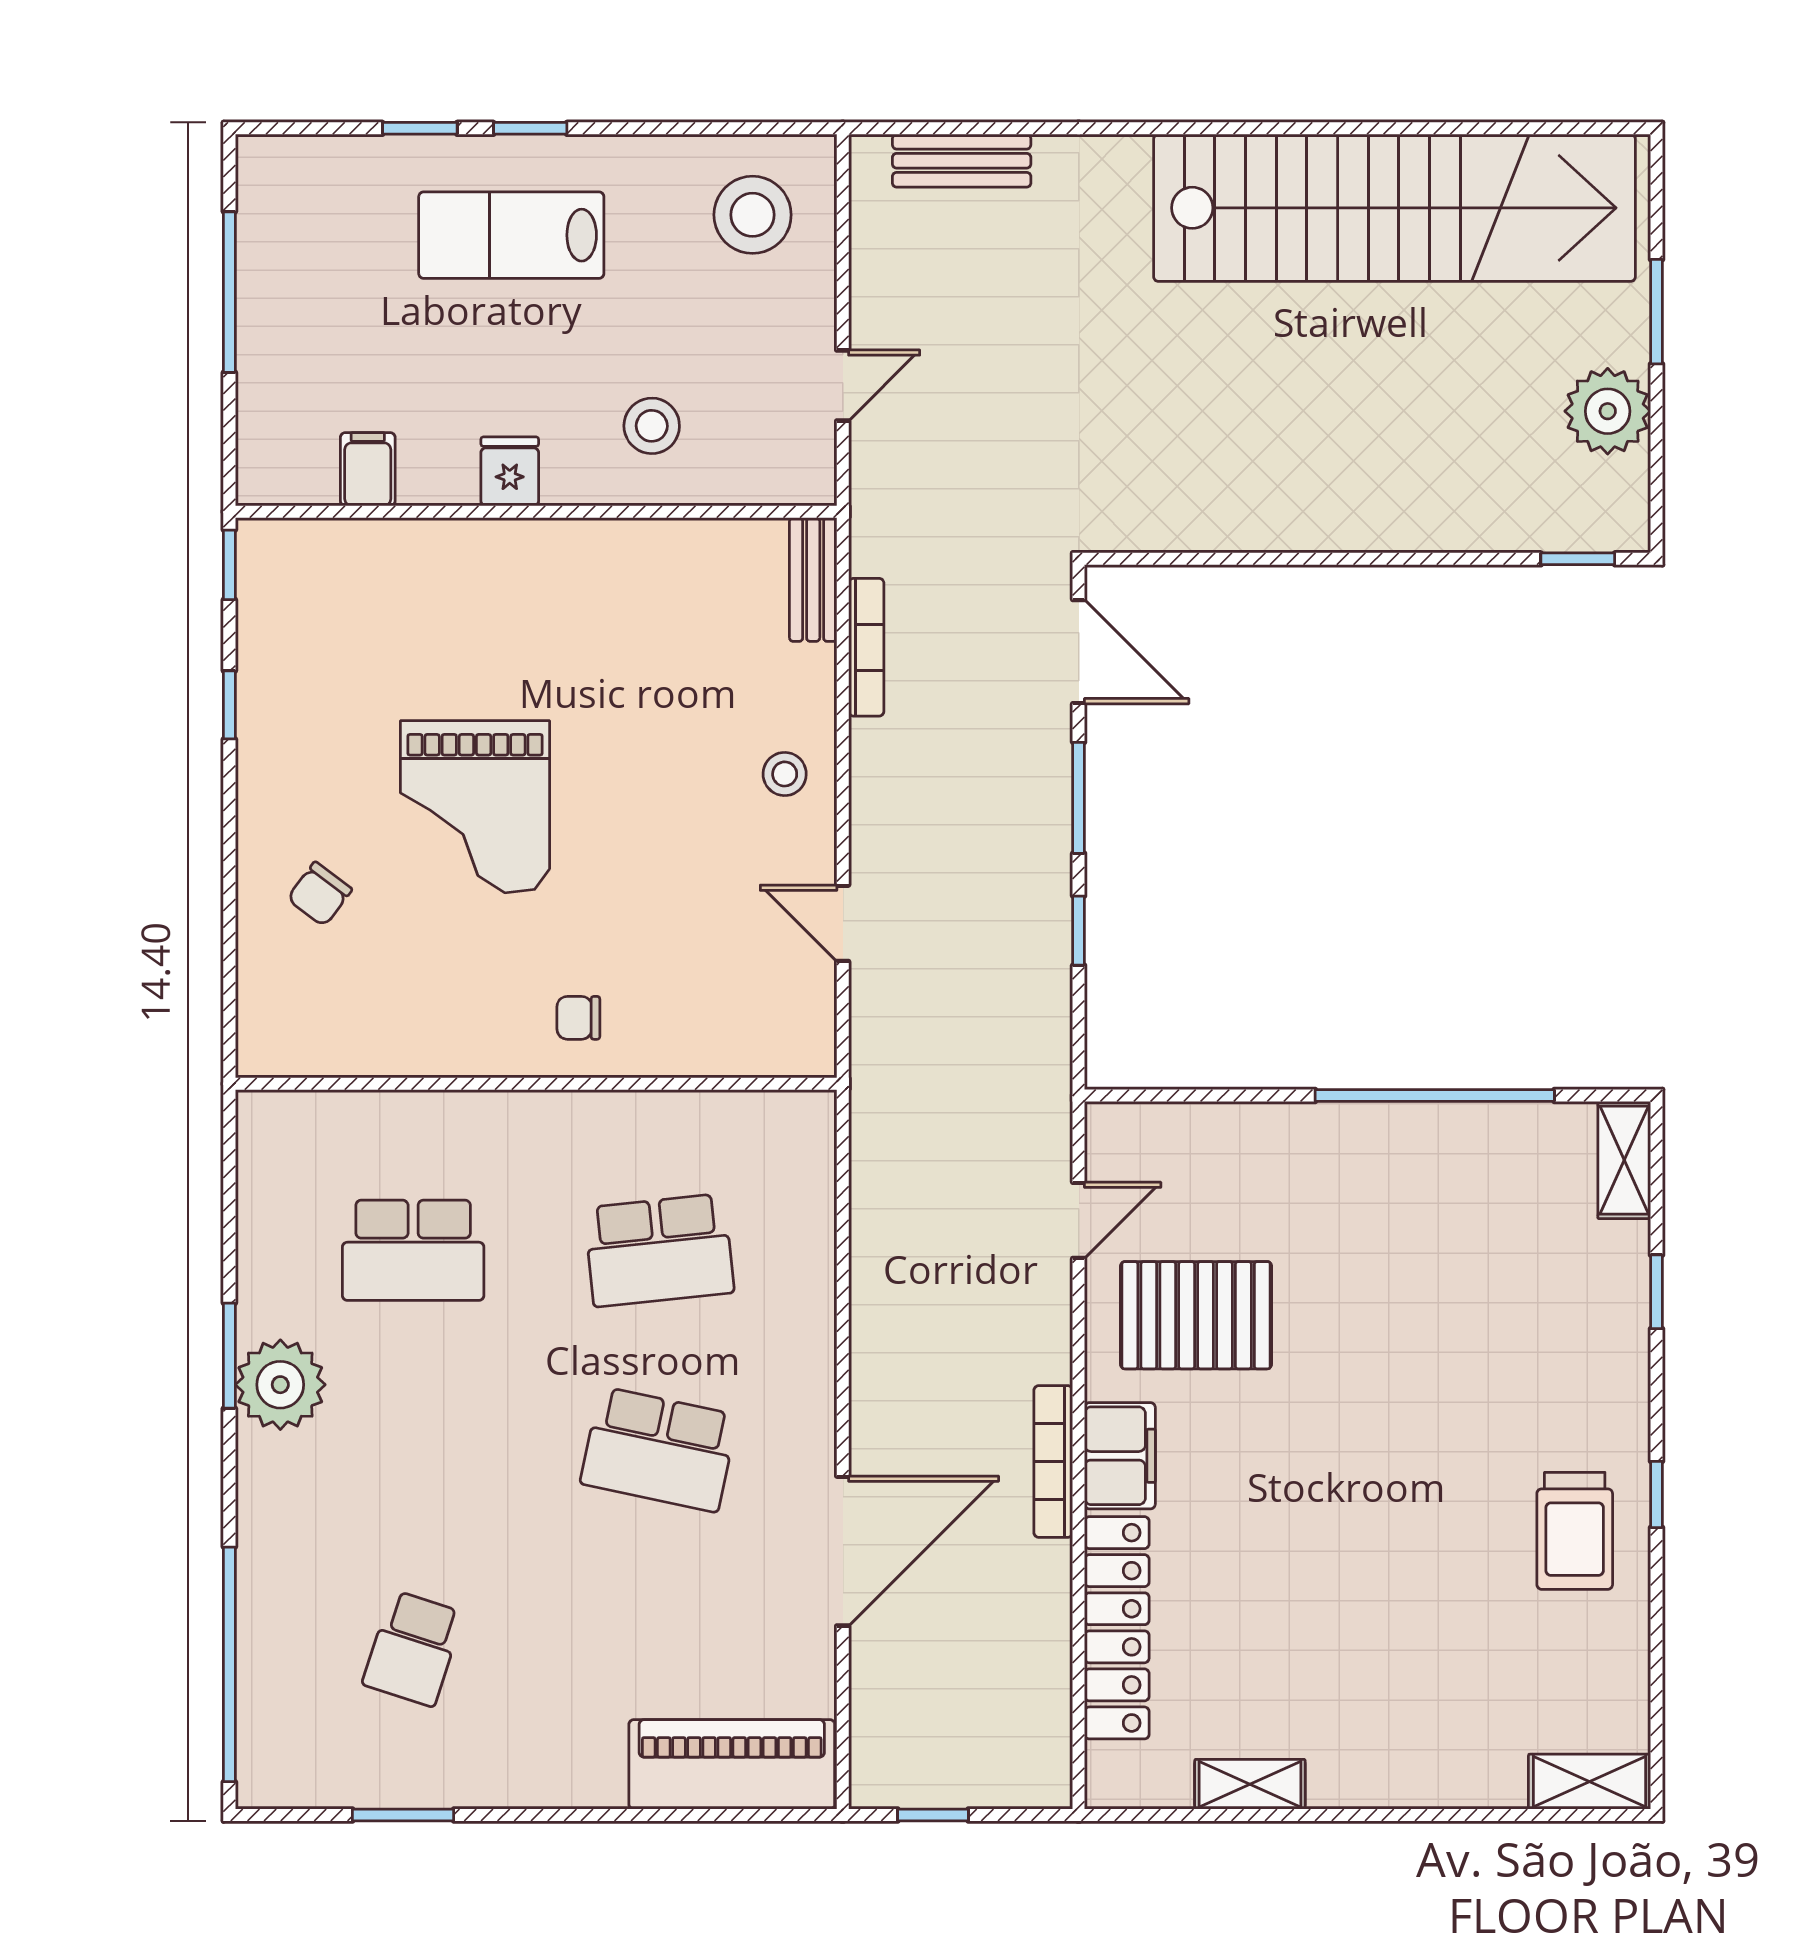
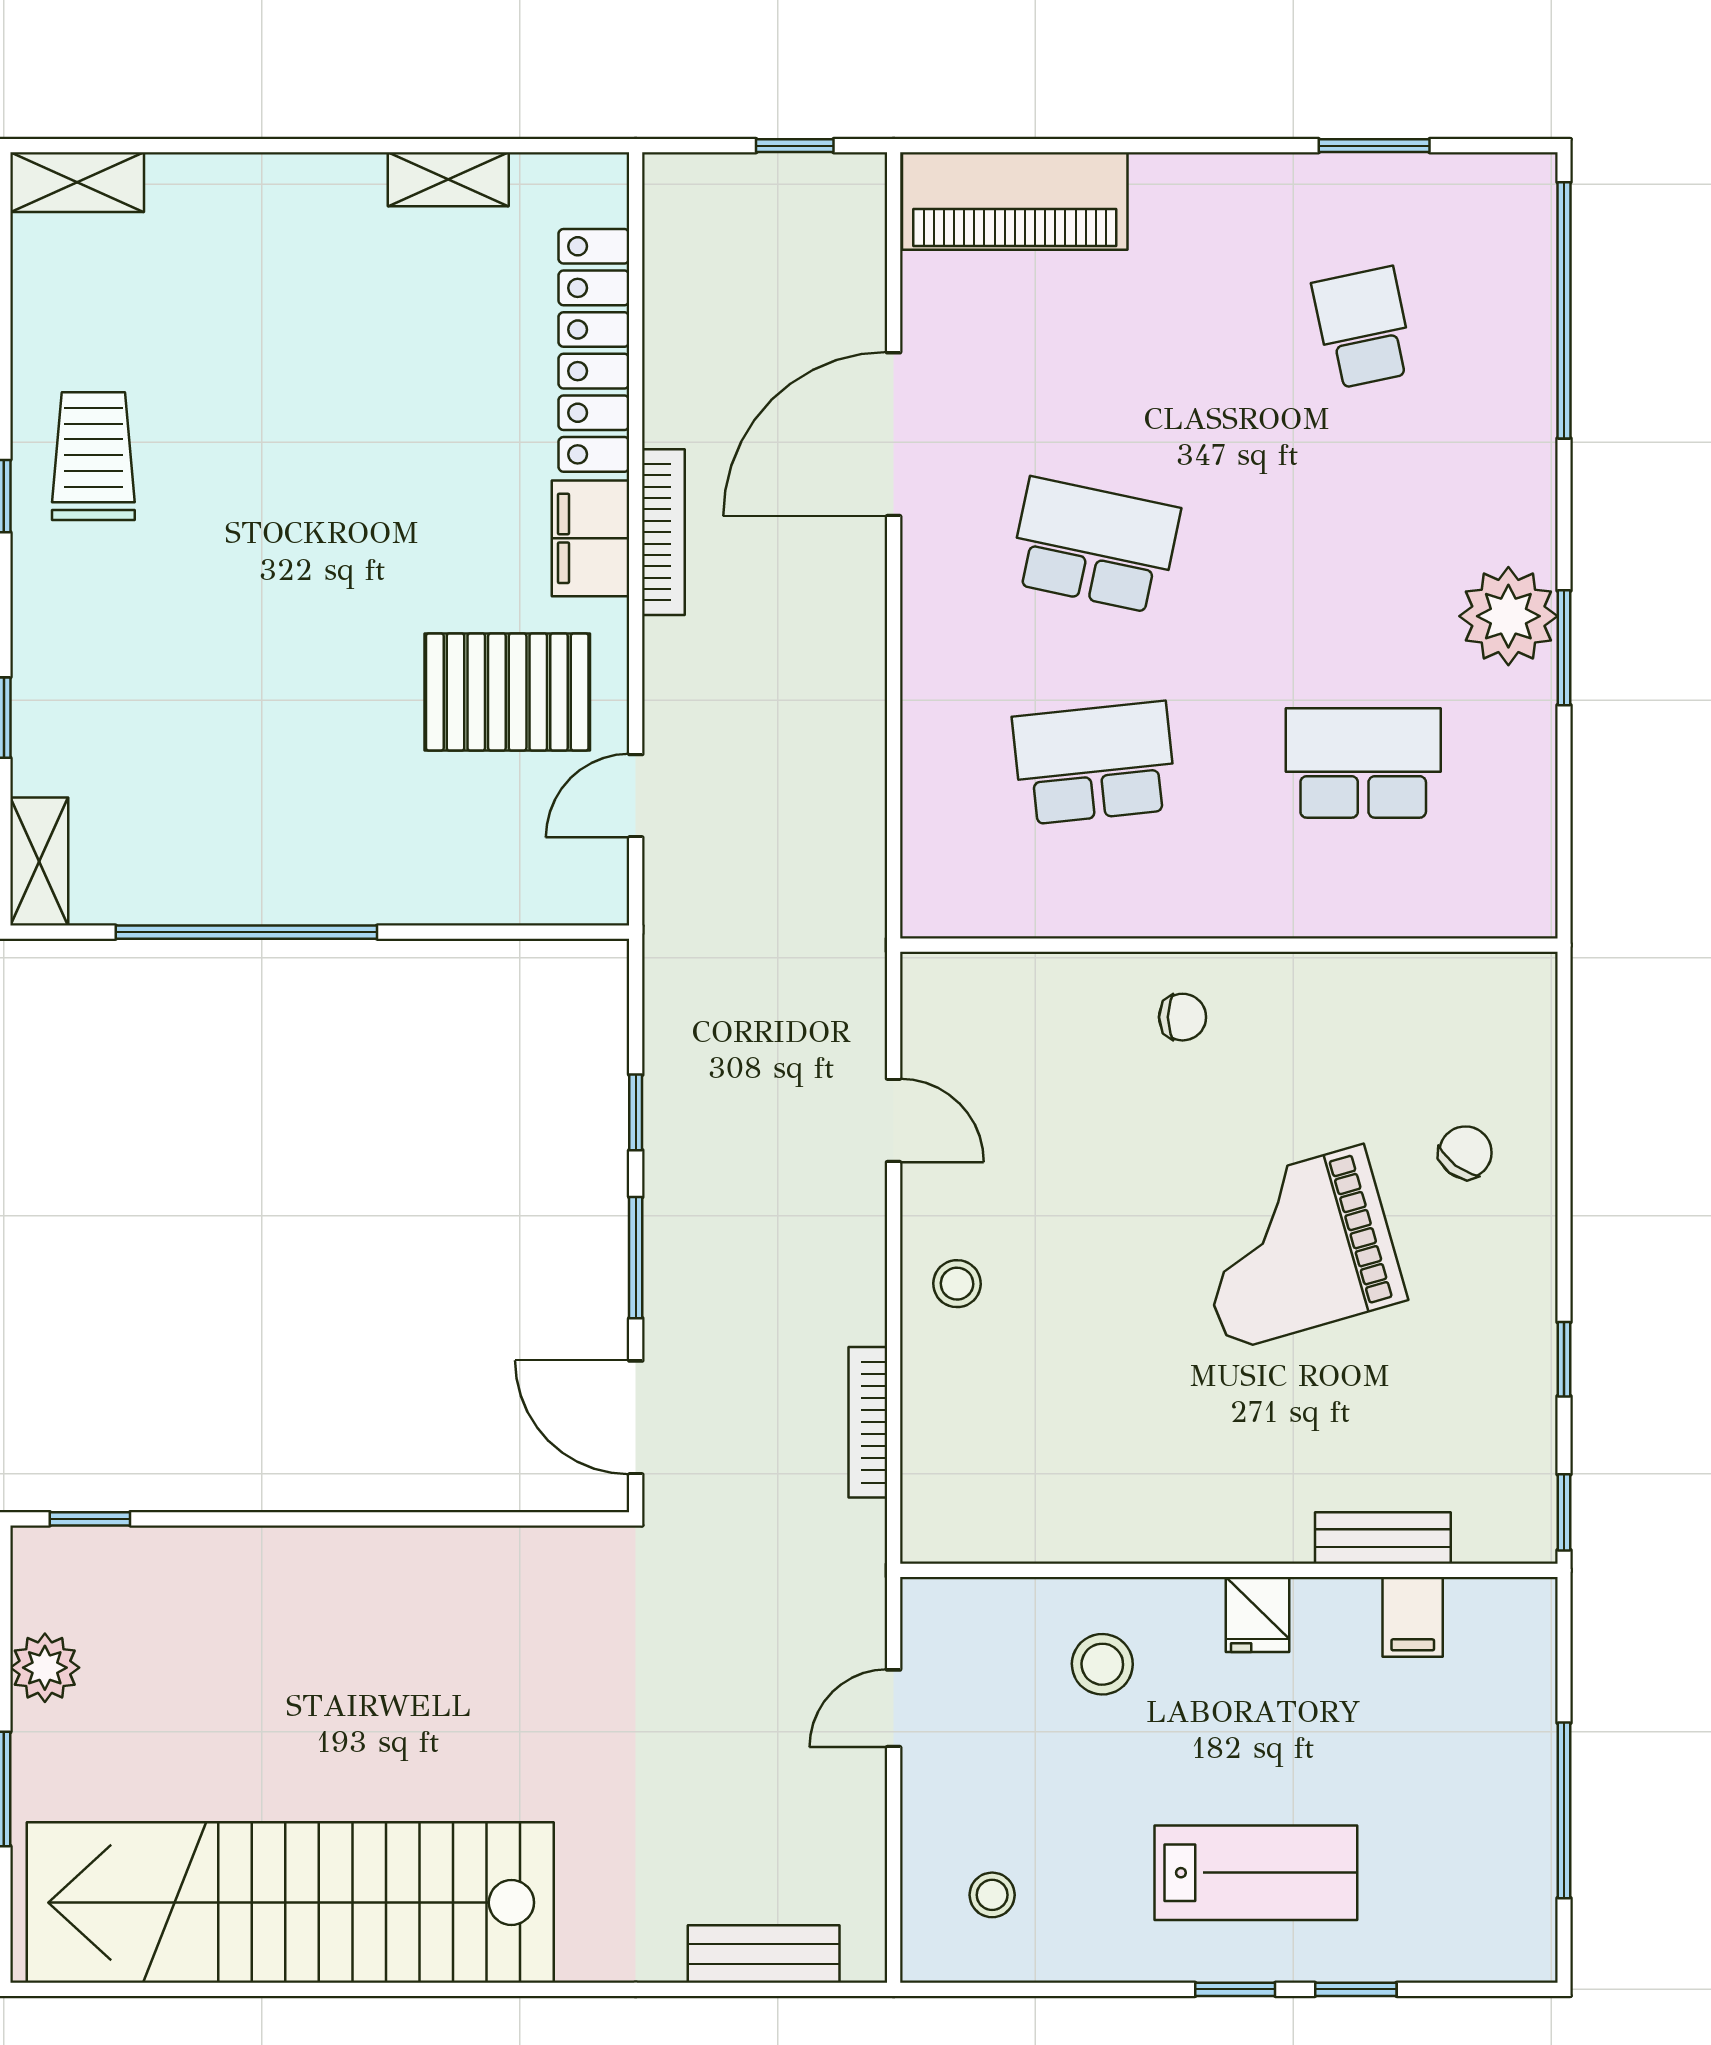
stool: (753, 215) -> (992, 1895), width x0.53, depth x0.53
plant: (1608, 411) -> (45, 1668), width x0.73, depth x0.73
bench: (813, 580) -> (1383, 1538), moved, turned 90
grand piano: (475, 807) -> (1295, 1248), turned -106
school desk: (413, 1648) -> (1363, 328), turned -30

